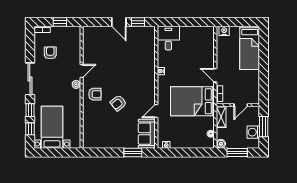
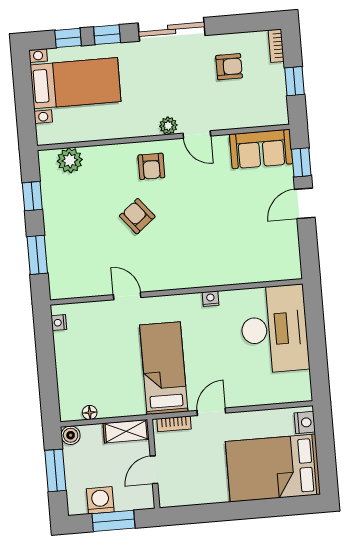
window: (138, 22) -> (301, 162), moved
desk: (168, 38) -> (274, 329), width x1.87, depth x1.30
bed: (250, 48) -> (273, 468), width x1.50
bed: (192, 101) -> (164, 368), width x0.67
door: (241, 105) -> (154, 470), hinge flipped
plant: (89, 133) -> (70, 160), added
sofa: (147, 134) -> (261, 149), moved, turned 180
window: (104, 153) -> (32, 196), added

